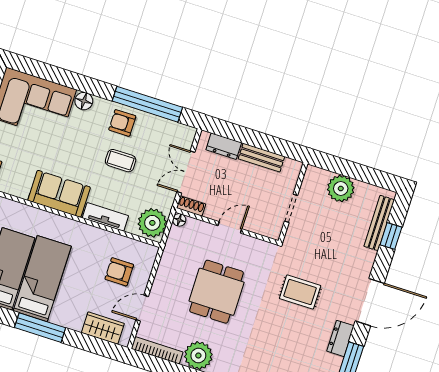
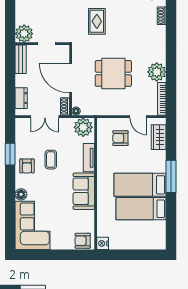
window: (147, 104) -> (10, 154), width x0.47
bench: (261, 158) -> (21, 59), moved
plant: (341, 189) -> (24, 34), moved
door: (230, 227) -> (71, 78), width x1.88
armchair: (119, 272) -> (120, 138), turned 90

